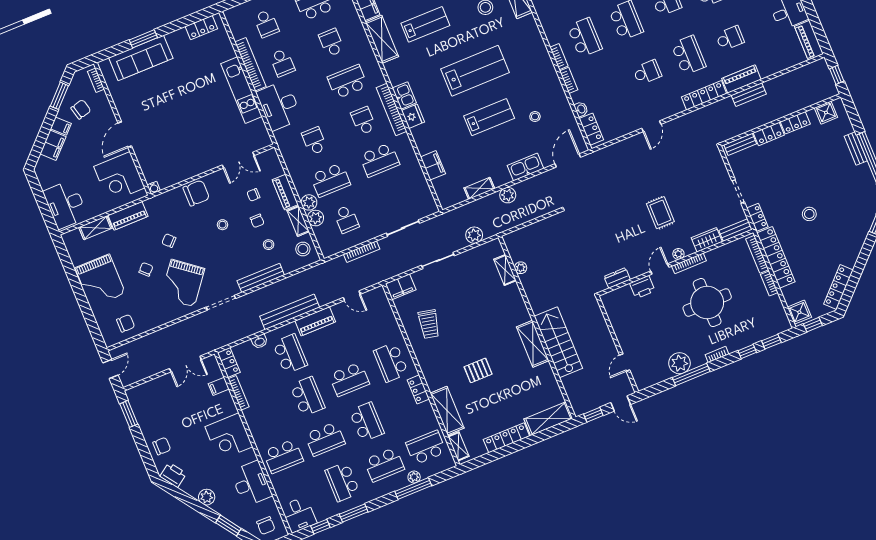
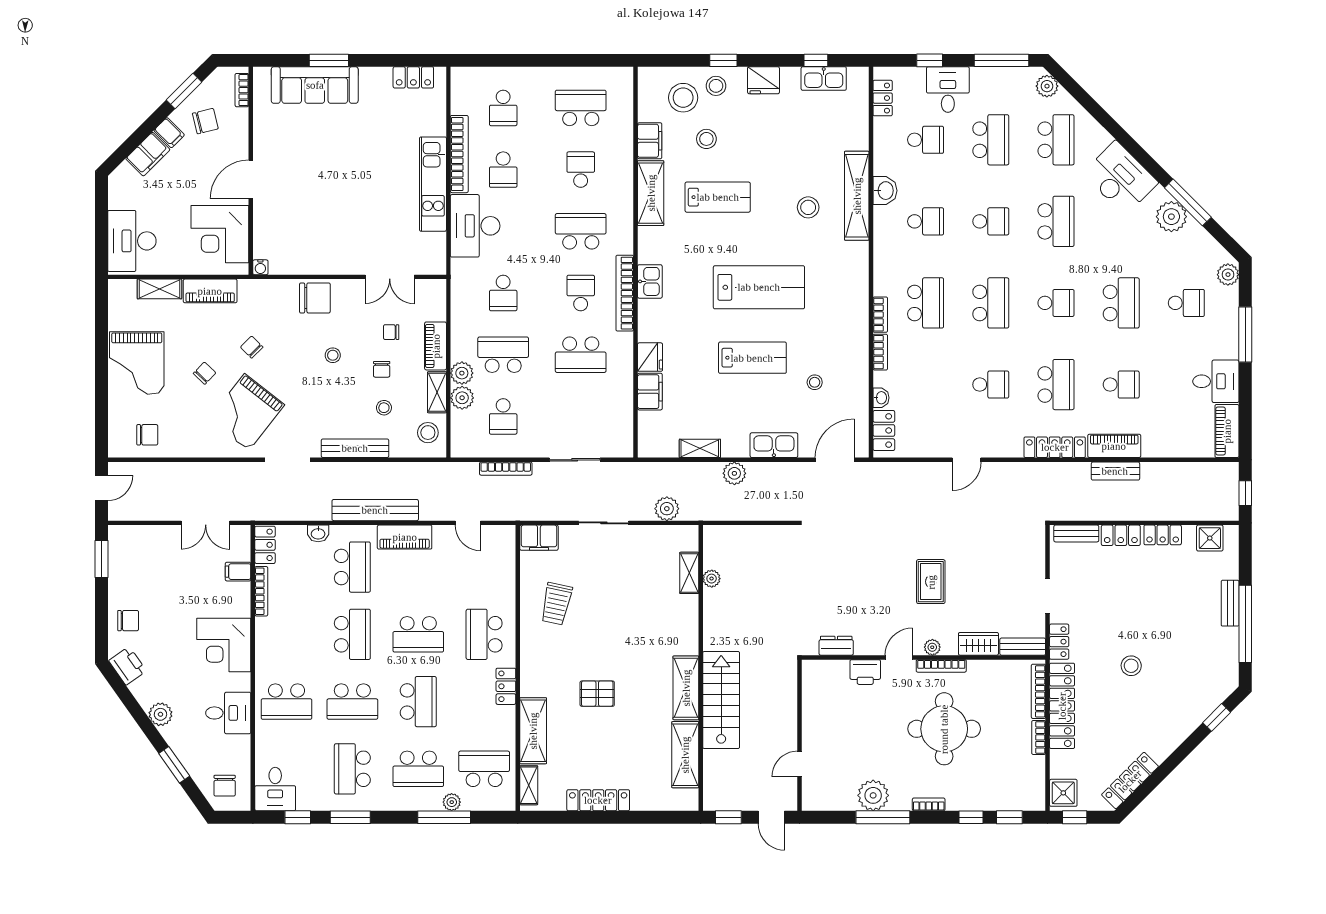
fridge: (413, 116) -> (650, 357), moved
school desk: (314, 141) -> (503, 293), turned 180
school desk: (330, 180) -> (503, 355), turned 180
shelving: (548, 419) -> (685, 755), moved, turned 90
desk: (251, 484) -> (228, 713), width x0.73

